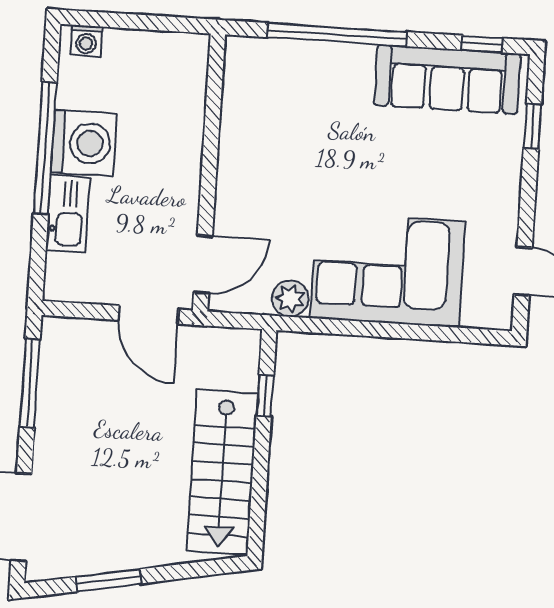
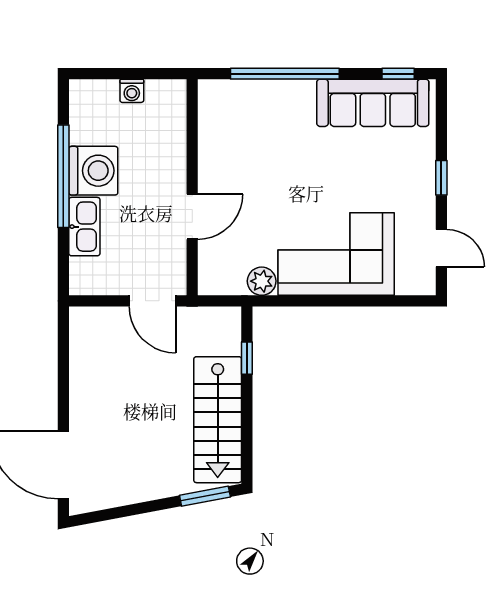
washing machine: (86, 41) -> (132, 91), moved
window: (532, 126) -> (441, 178), moved
door: (203, 264) -> (192, 217), moved
window: (30, 383) -> (63, 360), removed
window: (108, 580) -> (205, 496), moved

